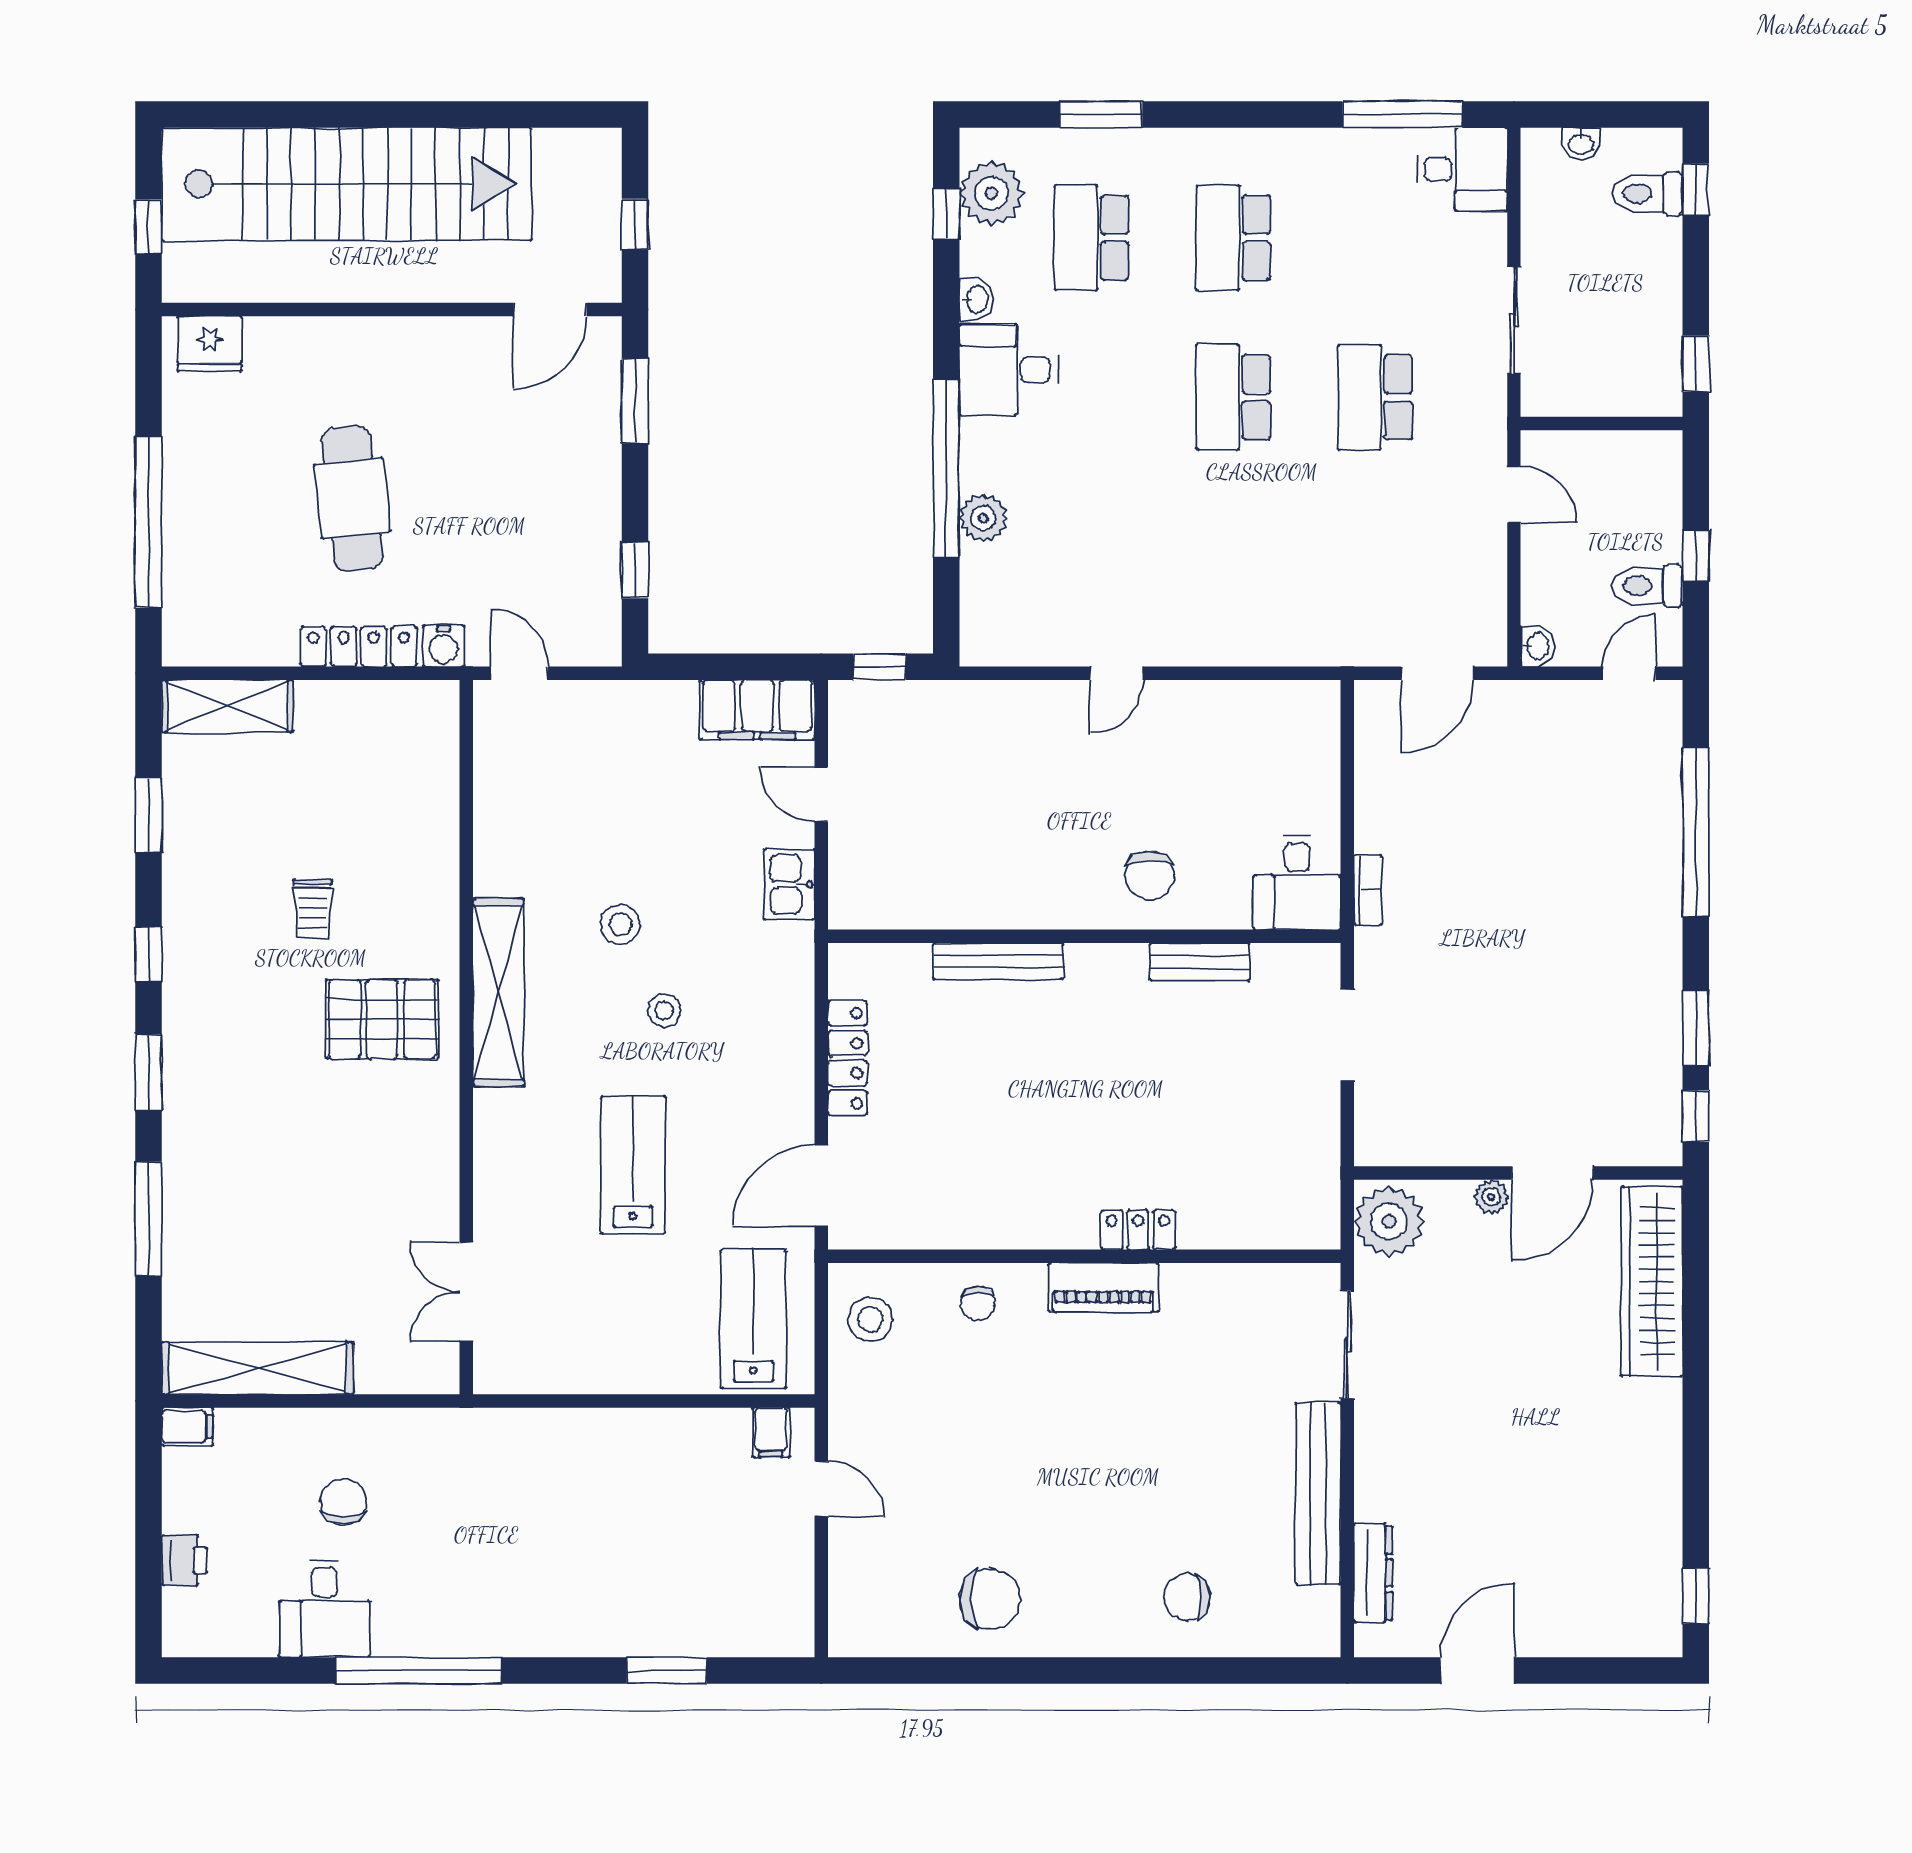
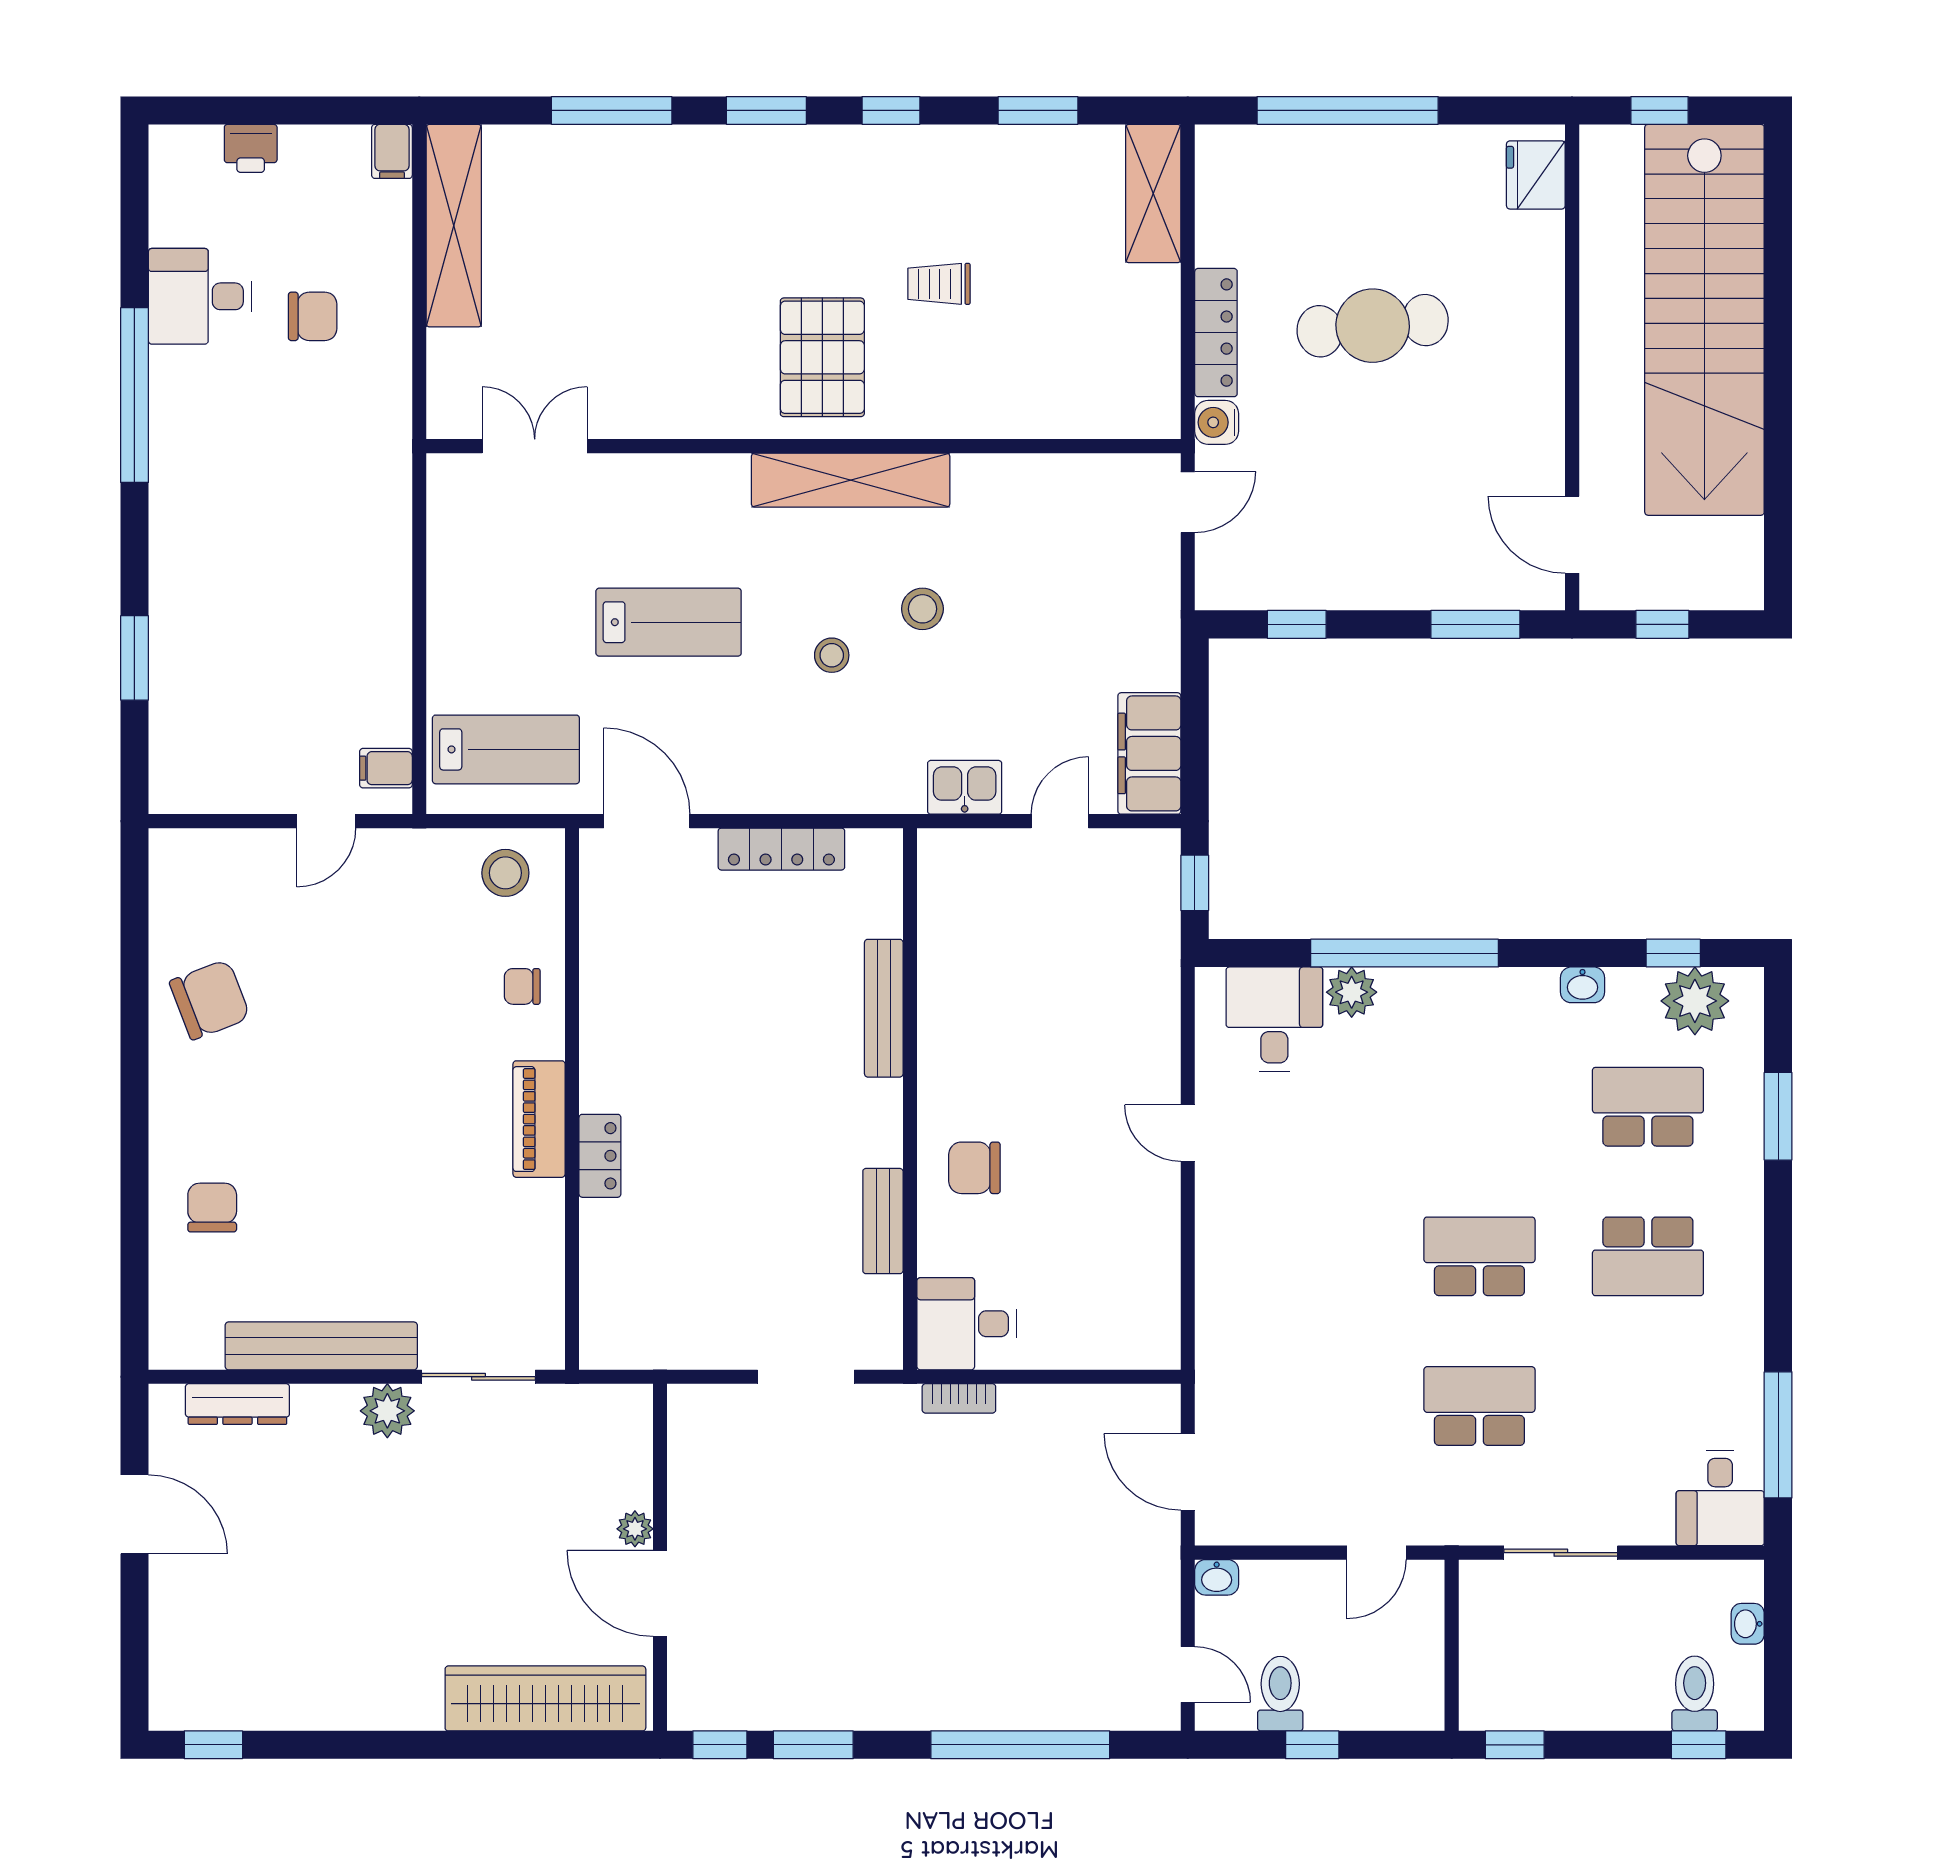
school desk: (1233, 238) -> (1648, 1256), turned 180
desk: (1009, 370) -> (1274, 1019), moved
plant: (1389, 1221) -> (387, 1411), moved, width x0.73, depth x0.73
chair: (990, 1599) -> (210, 1000), turned -111

